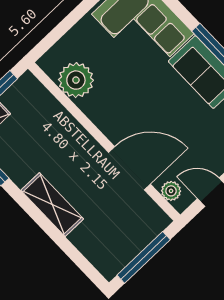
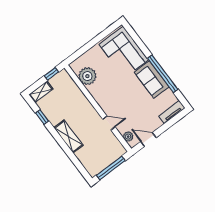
door: (130, 168) -> (109, 123), width x0.53

